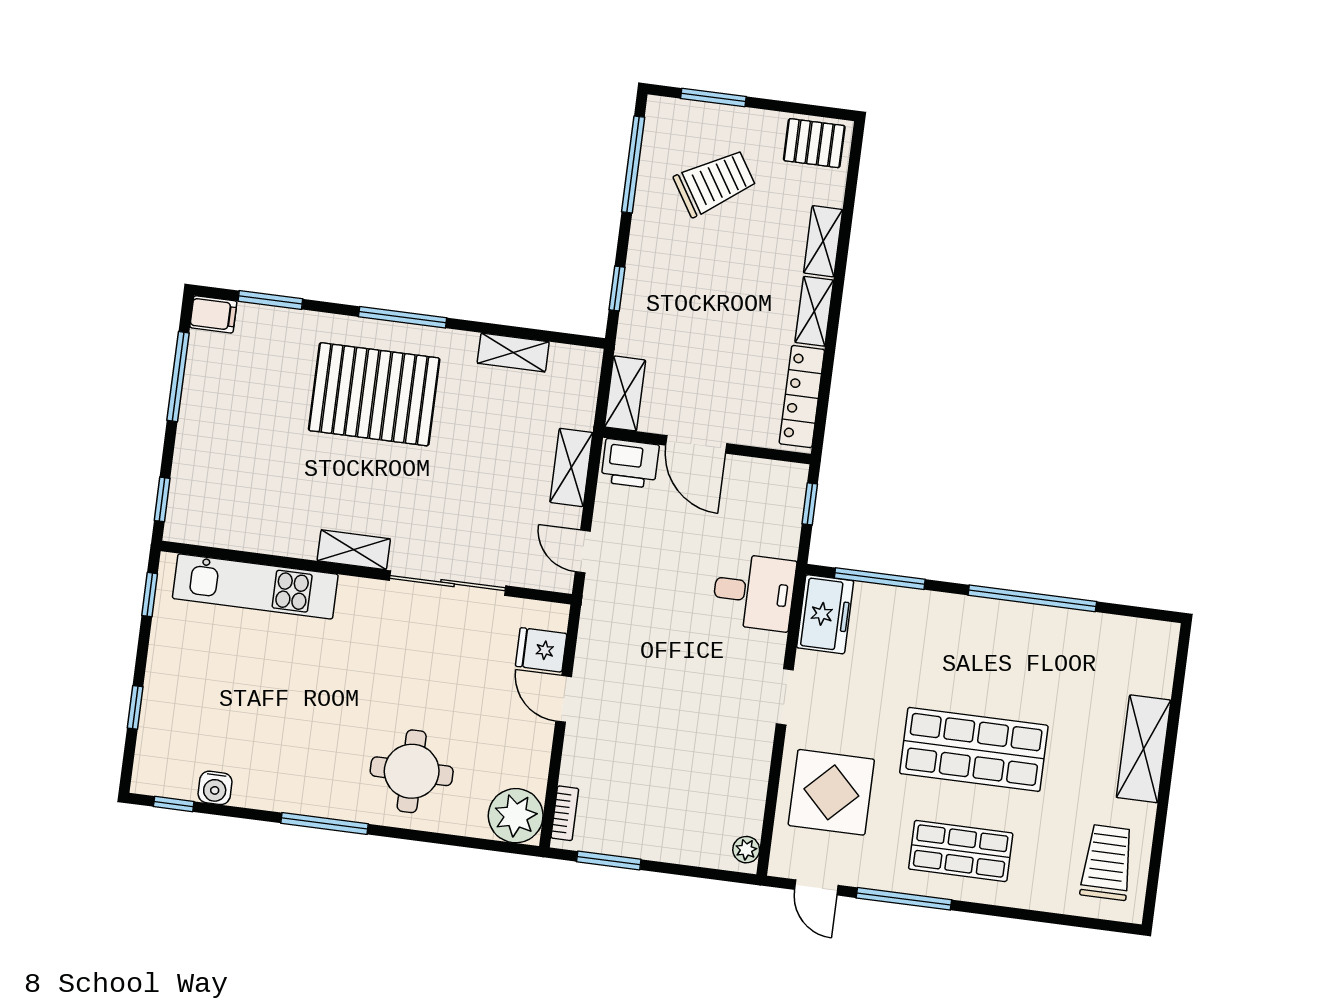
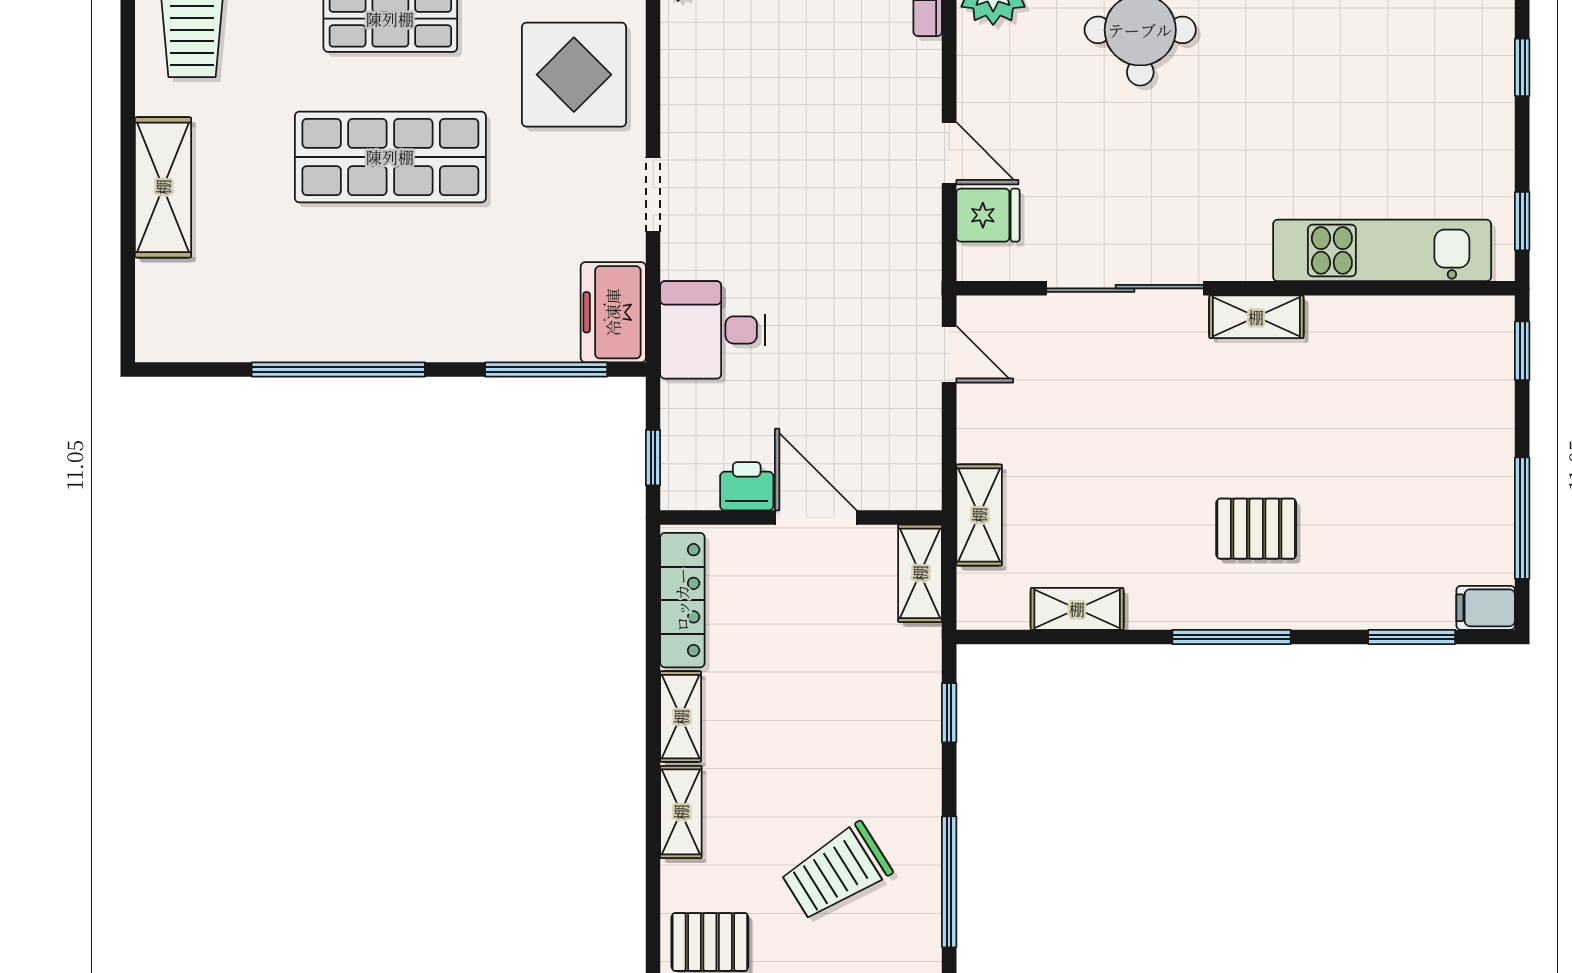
pallet: (374, 394) -> (1256, 529), width x0.49, depth x0.50
printer: (630, 463) -> (747, 486), moved, width x0.73, depth x0.81
shelving: (571, 467) -> (979, 515), moved

